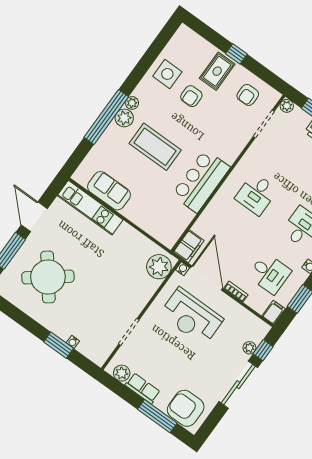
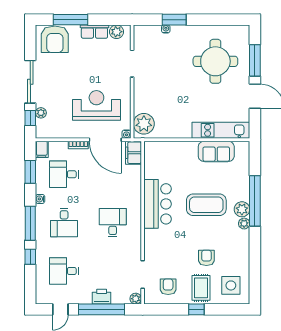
side table: (167, 74) -> (231, 285), moved
round table: (48, 277) -> (215, 61), turned 38
armchair: (186, 408) -> (55, 39), turned 90

